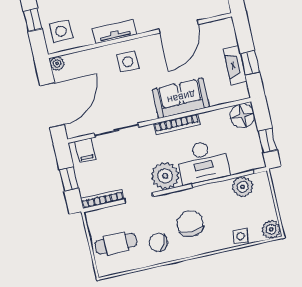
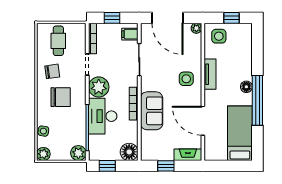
fireplace: (235, 65) -> (188, 155), moved
plant: (243, 187) -> (78, 153), moved
chair: (158, 242) -> (52, 71), turned 57

